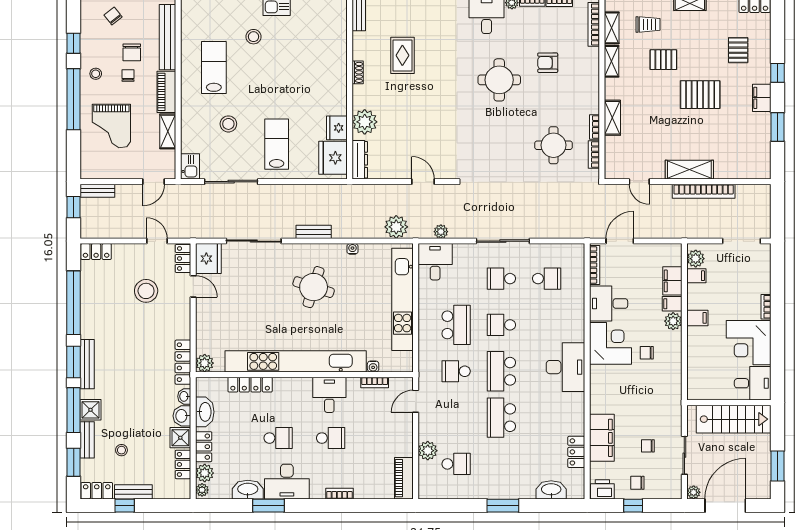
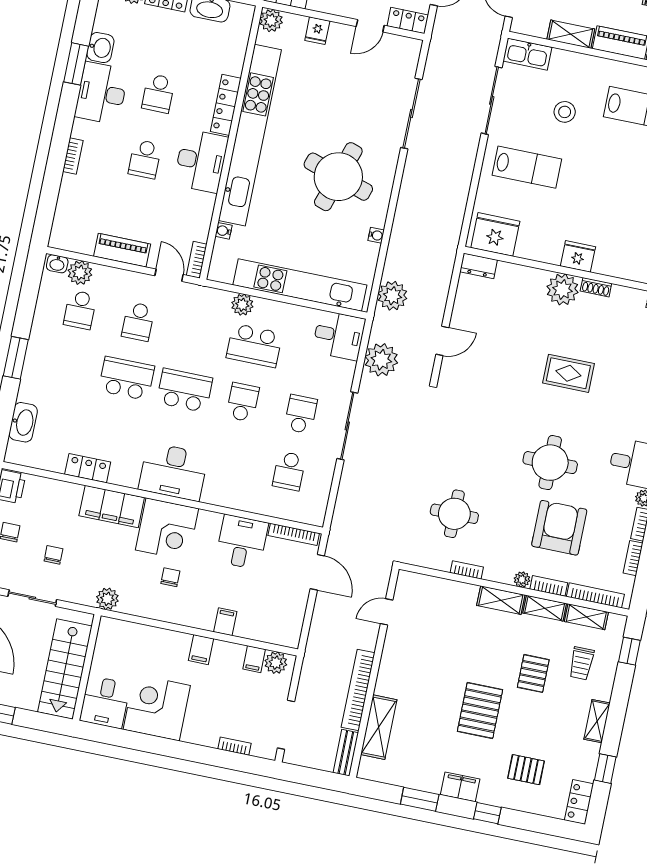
rug: (402, 55) -> (568, 373), moved
armchair: (548, 63) -> (559, 528), width x1.88, depth x1.88
plant: (593, 83) -> (522, 579), added
shelving: (612, 118) -> (501, 600), moved
plant: (365, 122) -> (562, 289), moved
fridge: (337, 128) -> (578, 256), moved
bookcase: (594, 155) -> (549, 586), moved
dresser: (360, 160) -> (479, 266), width x0.70
kitchen sink: (190, 166) -> (527, 54), width x1.38
shelving: (689, 170) -> (379, 727), moved
bench: (314, 232) -> (346, 753), moved
plant: (441, 232) -> (381, 360), width x1.88, depth x1.88
fridge: (208, 259) -> (317, 31), moved, width x0.53, depth x0.75
filing cabinet: (672, 281) -> (254, 628), removed
round table: (314, 287) -> (338, 177), width x1.36, depth x1.36
bookcase: (766, 307) -> (235, 746), moved
plant: (673, 321) -> (107, 599), moved
plant: (427, 340) -> (242, 305), added
corner desk: (611, 343) -> (167, 529), moved
school desk: (456, 371) -> (138, 322), moved, turned 180
bookcase: (375, 382) -> (197, 260), moved
locker: (250, 385) -> (226, 105), moved
desk: (329, 395) -> (201, 161), width x1.37
filing cabinet: (602, 438) -> (112, 507), moved
plant: (428, 451) -> (80, 273), moved
locker: (576, 452) -> (88, 468), moved
piano: (404, 478) -> (122, 250), moved
washbasin: (424, 489) -> (57, 264), added
washbasin: (248, 490) -> (100, 48), width x0.72

